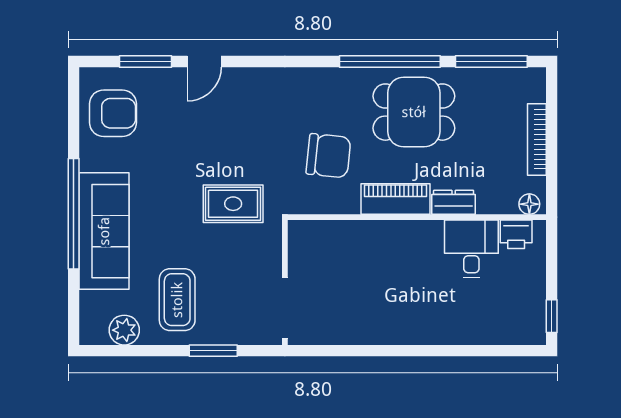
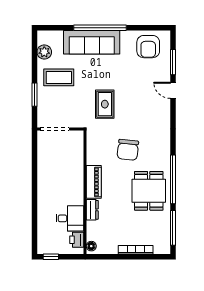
piano: (395, 199) -> (94, 182), moved
dresser: (454, 202) -> (92, 210), moved
floor lamp: (529, 204) -> (91, 246), moved
wall: (417, 217) -> (85, 192), moved
printer: (516, 234) -> (77, 240), moved
desk: (471, 249) -> (70, 218), moved

